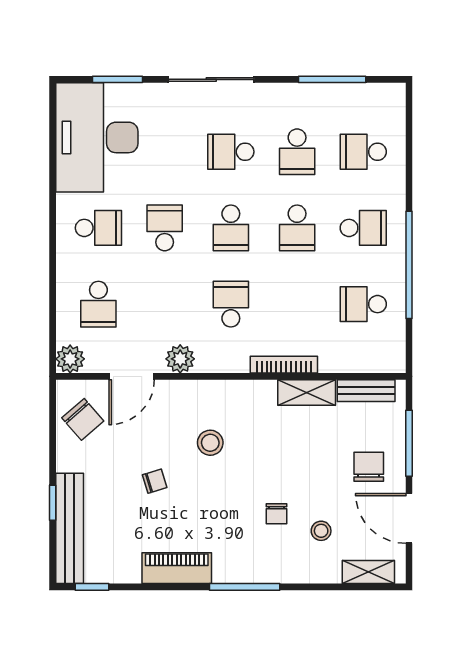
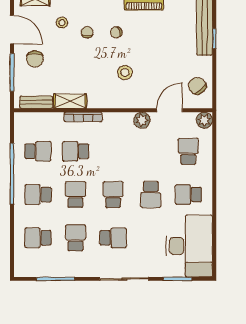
school desk: (363, 152) -> (38, 238), turned 180
school desk: (231, 304) -> (76, 151), moved, turned 90
chair: (155, 481) -> (116, 32), moved

